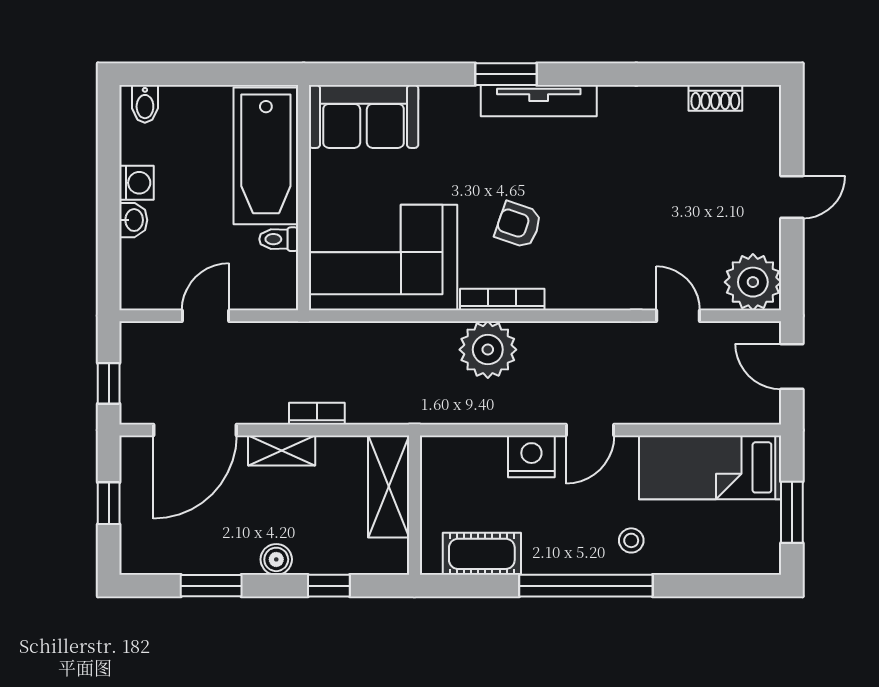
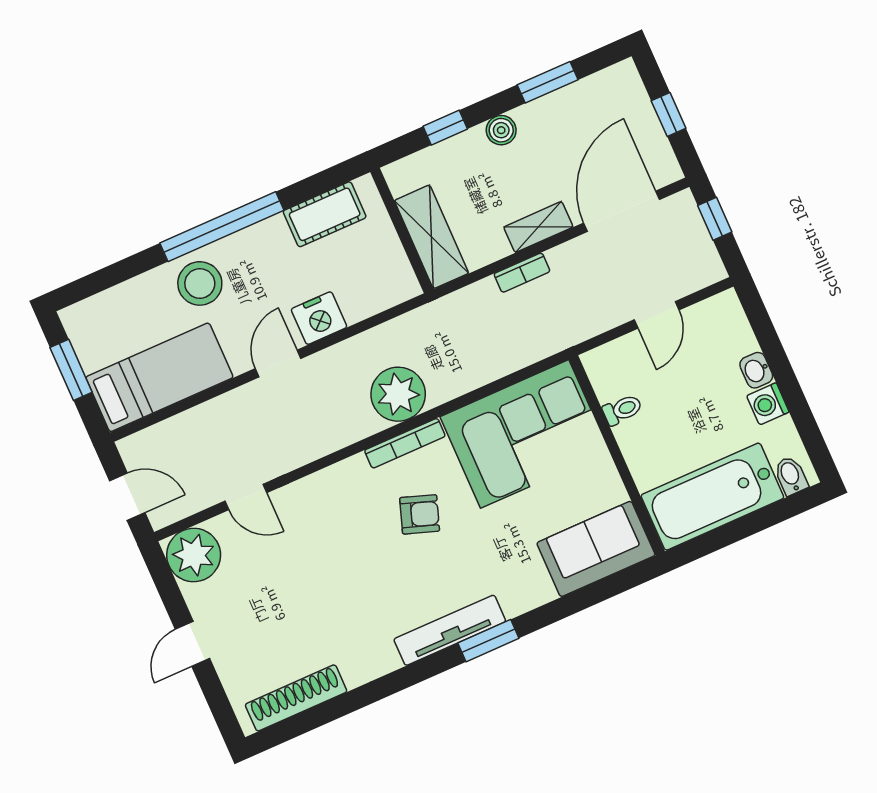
shoe rack: (715, 98) -> (296, 698), width x1.94, depth x1.24
bathtub: (266, 156) -> (712, 497), moved, turned -90
stool: (631, 540) -> (200, 283), width x1.89, depth x1.89

